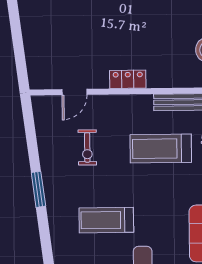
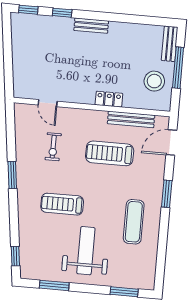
locker: (128, 79) -> (109, 99), moved
door: (74, 92) -> (48, 103), hinge flipped

